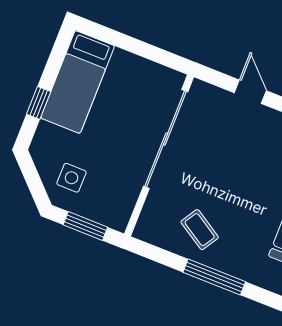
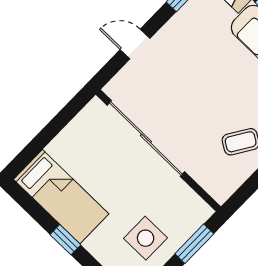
side table: (71, 178) -> (146, 238), width x1.37, depth x1.37

